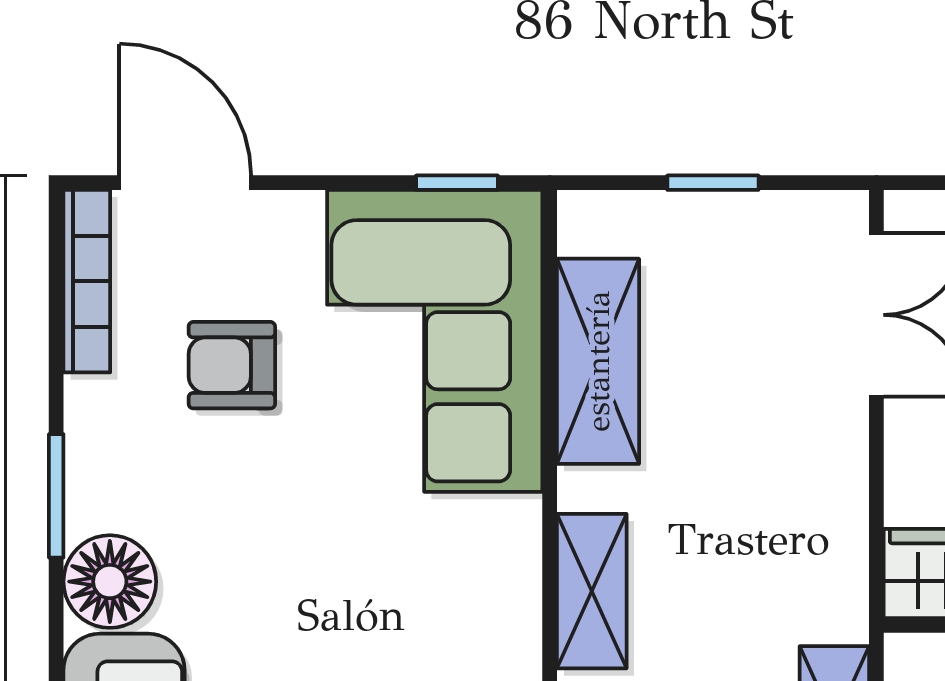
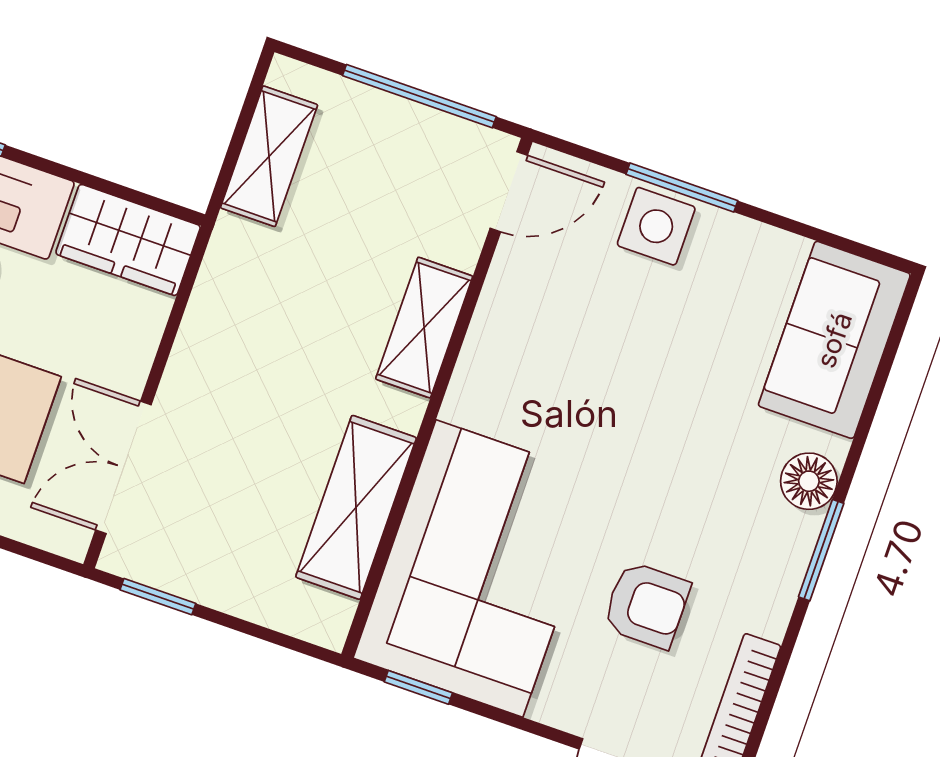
window: (713, 183) -> (158, 597), moved
floor lamp: (110, 582) -> (809, 481), width x0.73, depth x0.73

